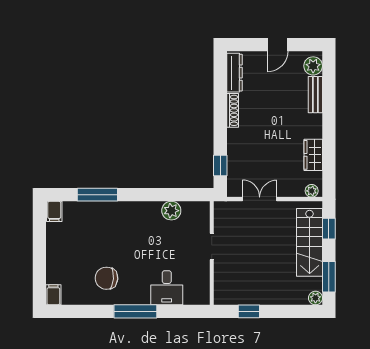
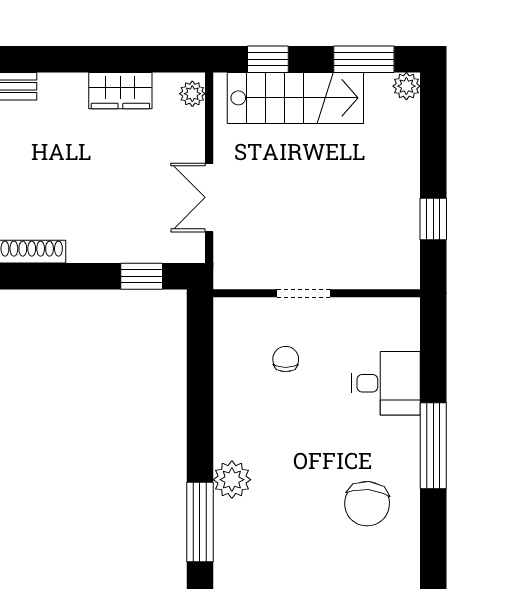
plant: (171, 211) -> (232, 480), moved
chair: (179, 238) -> (286, 359), added

